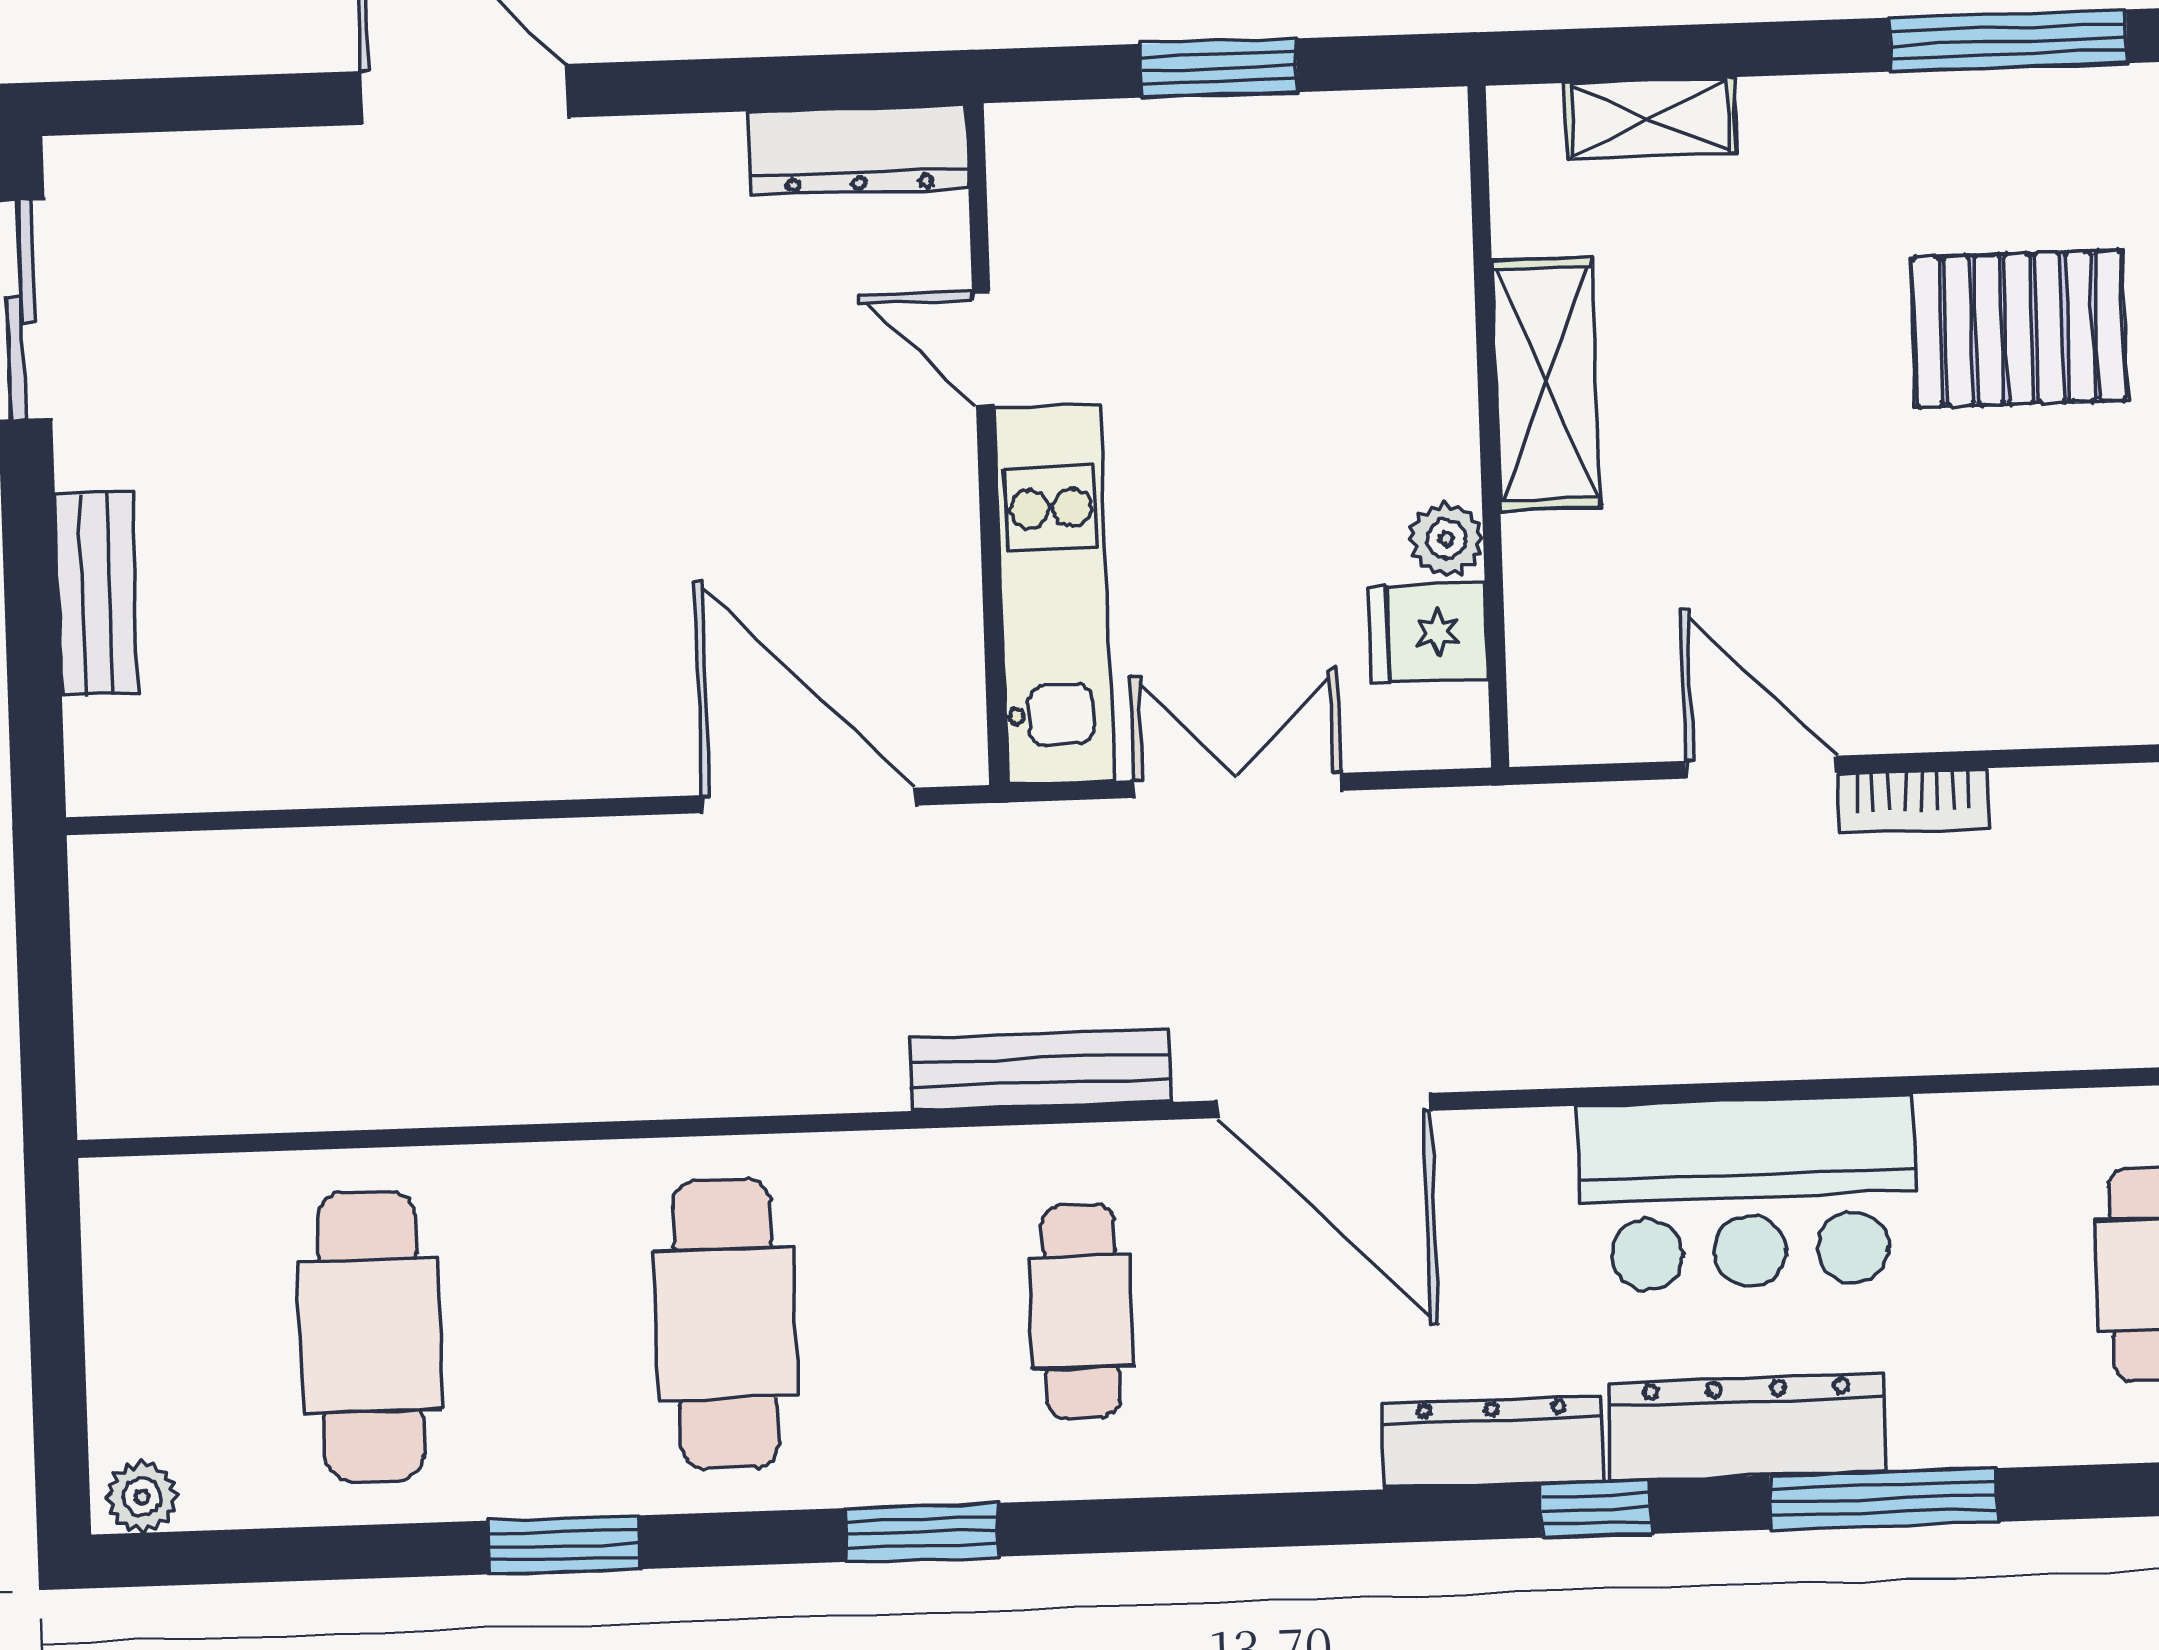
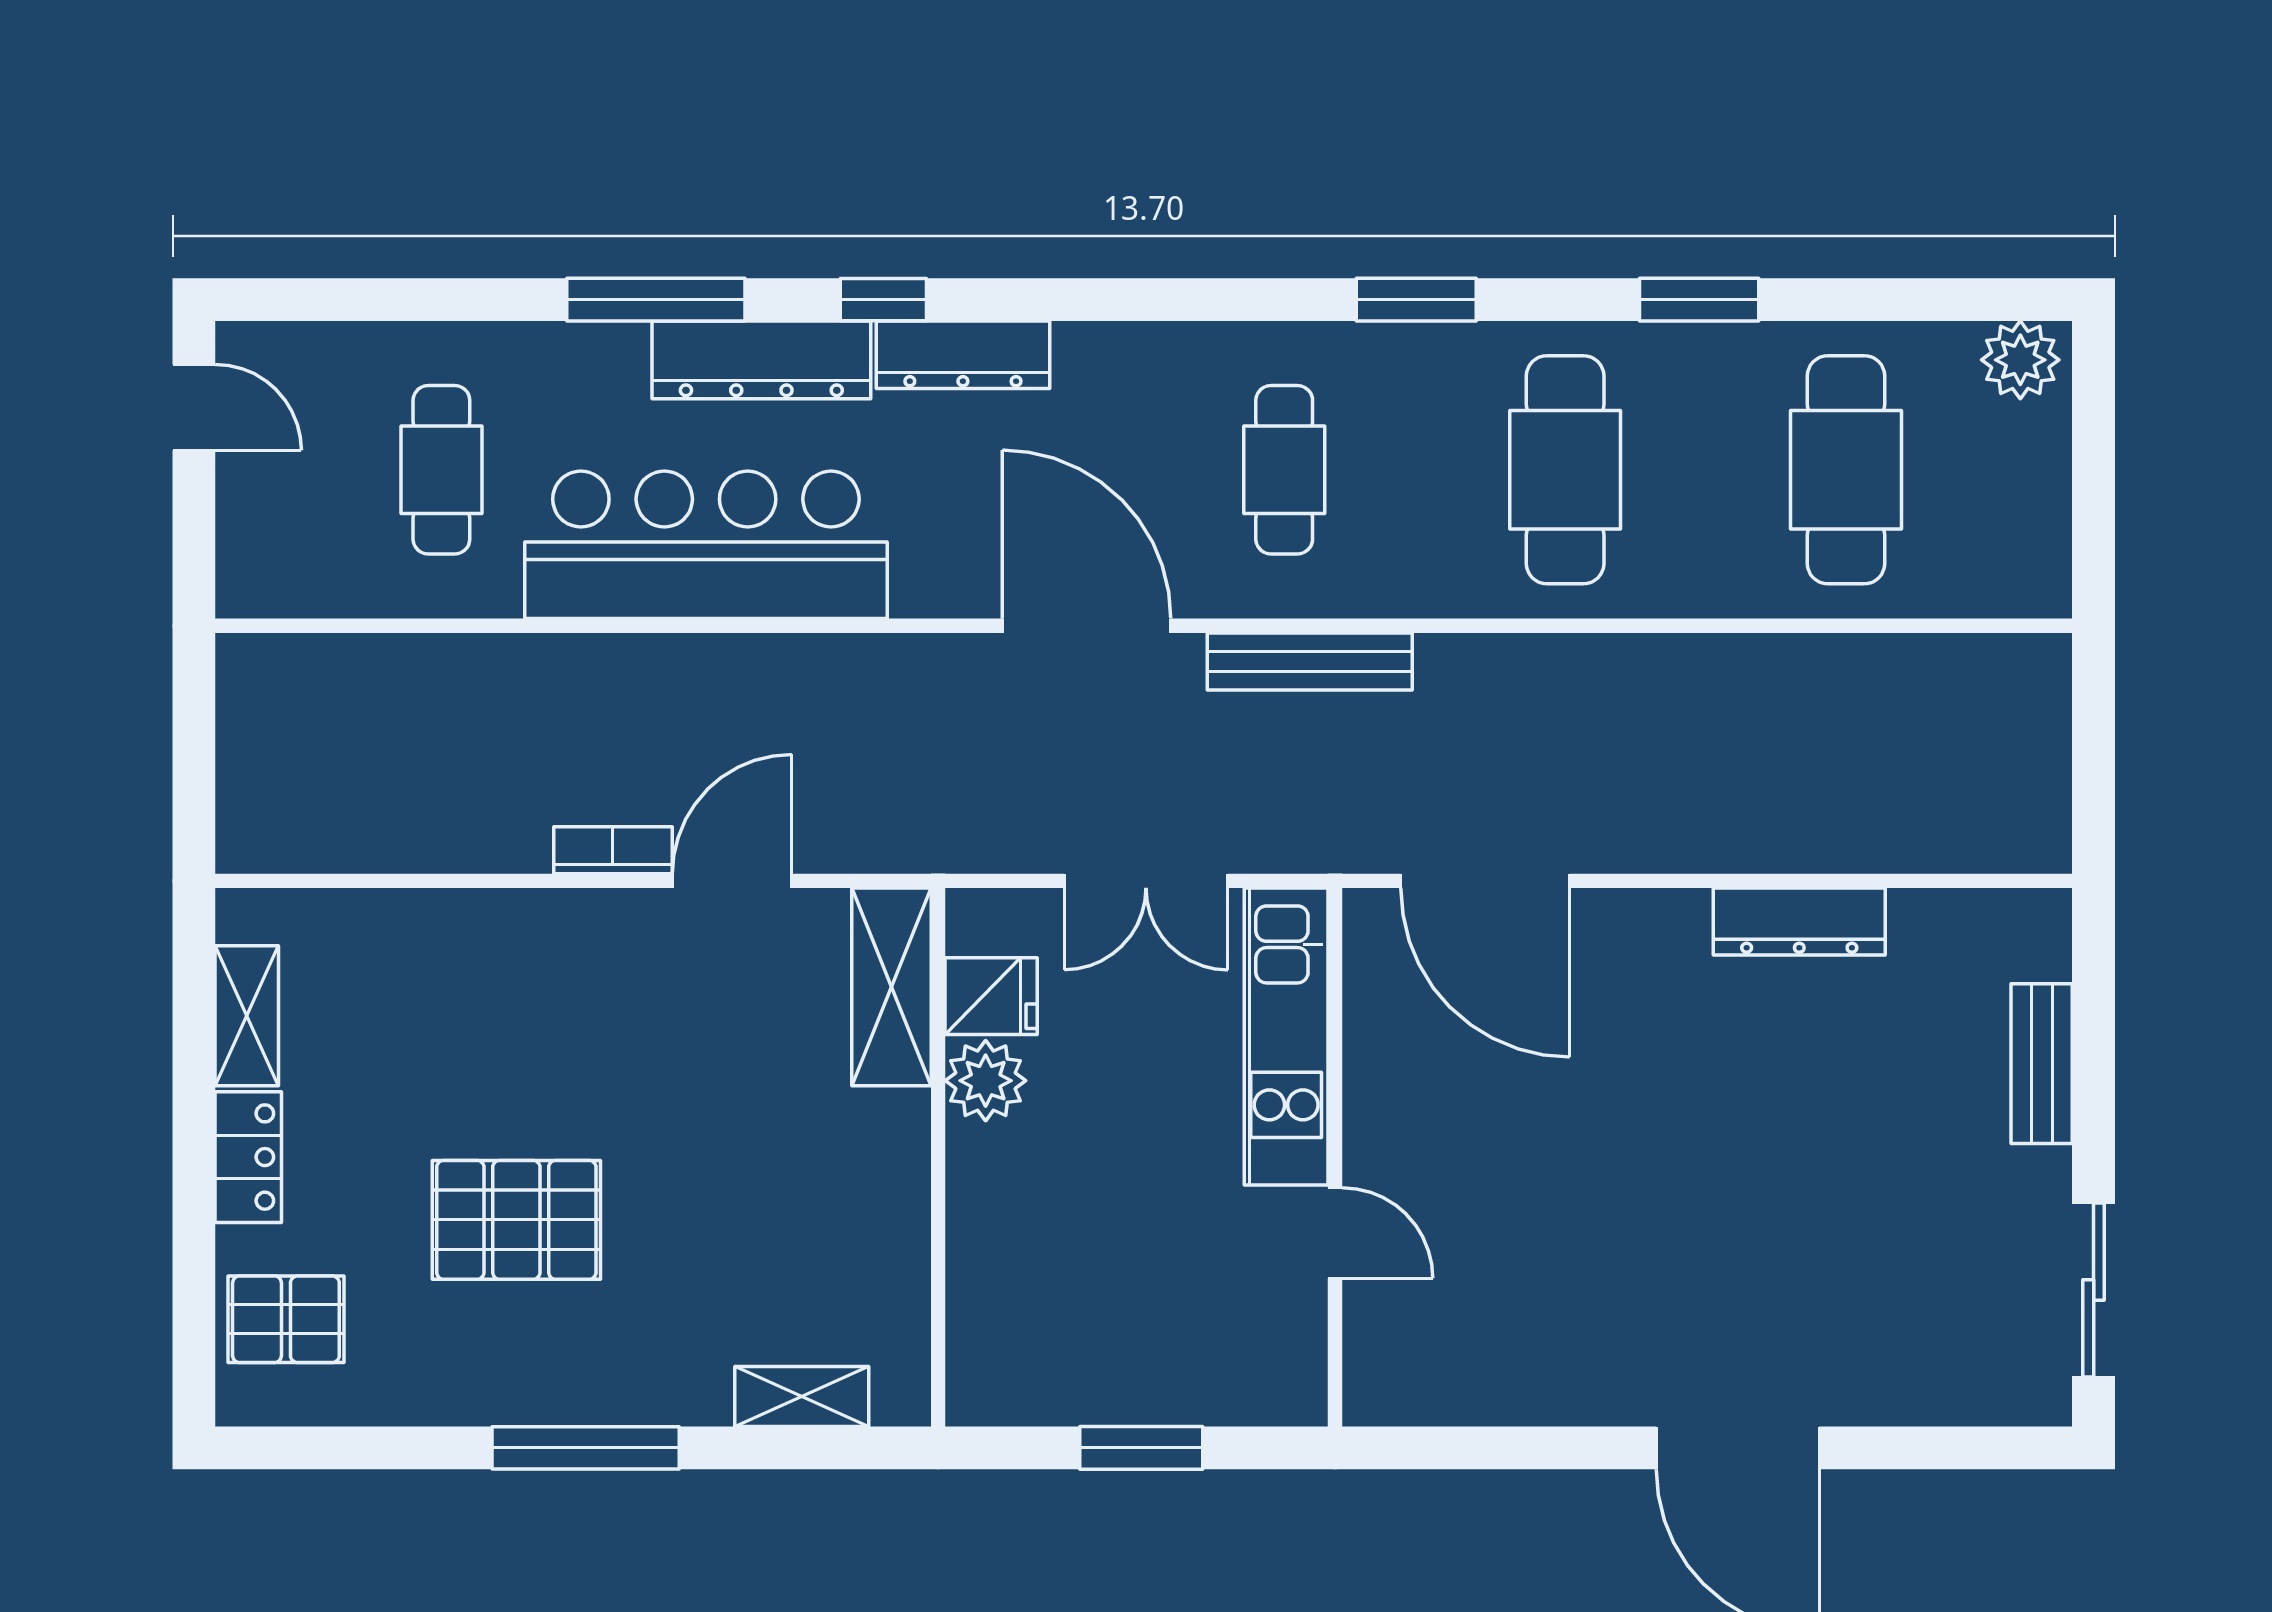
window: (2008, 40) -> (586, 1448), moved
dresser: (858, 150) -> (1799, 922), moved, turned 180
shelving: (1546, 384) -> (891, 987), moved
plant: (1446, 539) -> (986, 1081), width x1.38, depth x1.38
door: (1761, 767) -> (732, 881), swing flipped
bar counter: (1748, 1193) -> (706, 545), width x1.36
plant: (142, 1497) -> (2020, 360), width x1.38, depth x1.38

